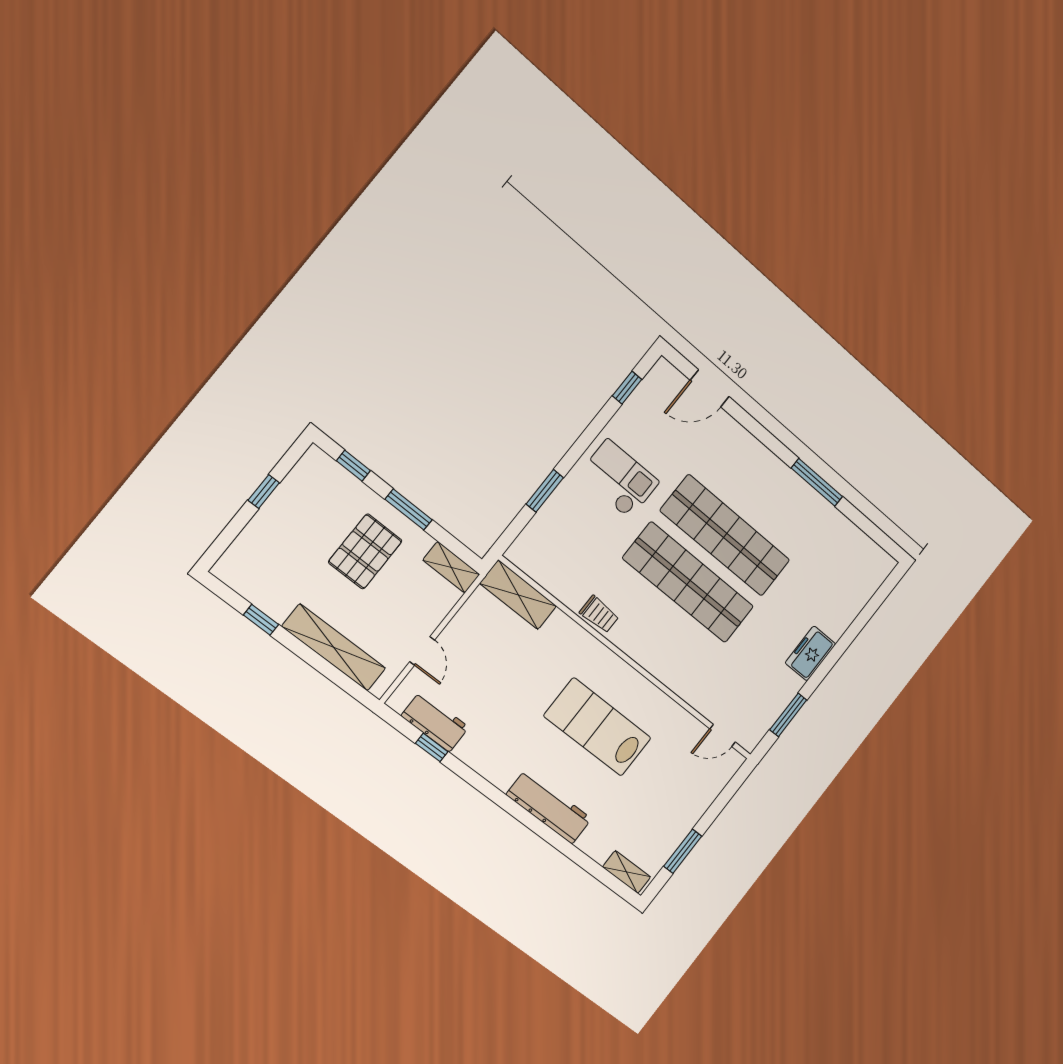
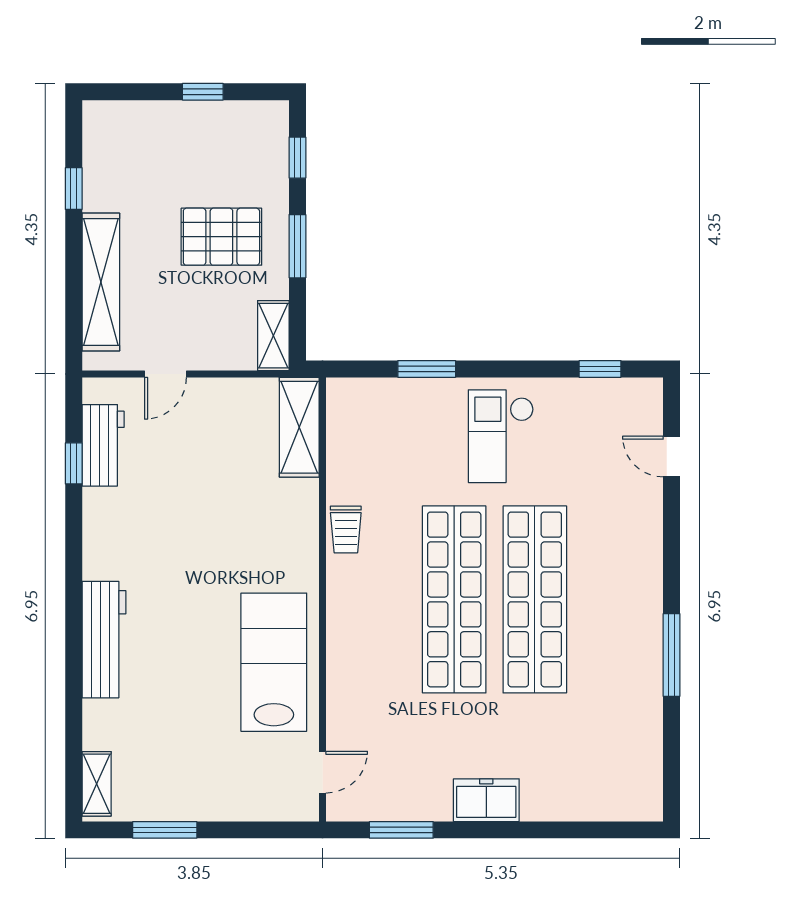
door: (710, 388) -> (672, 456), width x0.73
checkout: (619, 479) -> (501, 436), turned 180
lab bench: (598, 727) -> (274, 662), moved
door: (723, 735) -> (322, 772), swing flipped

